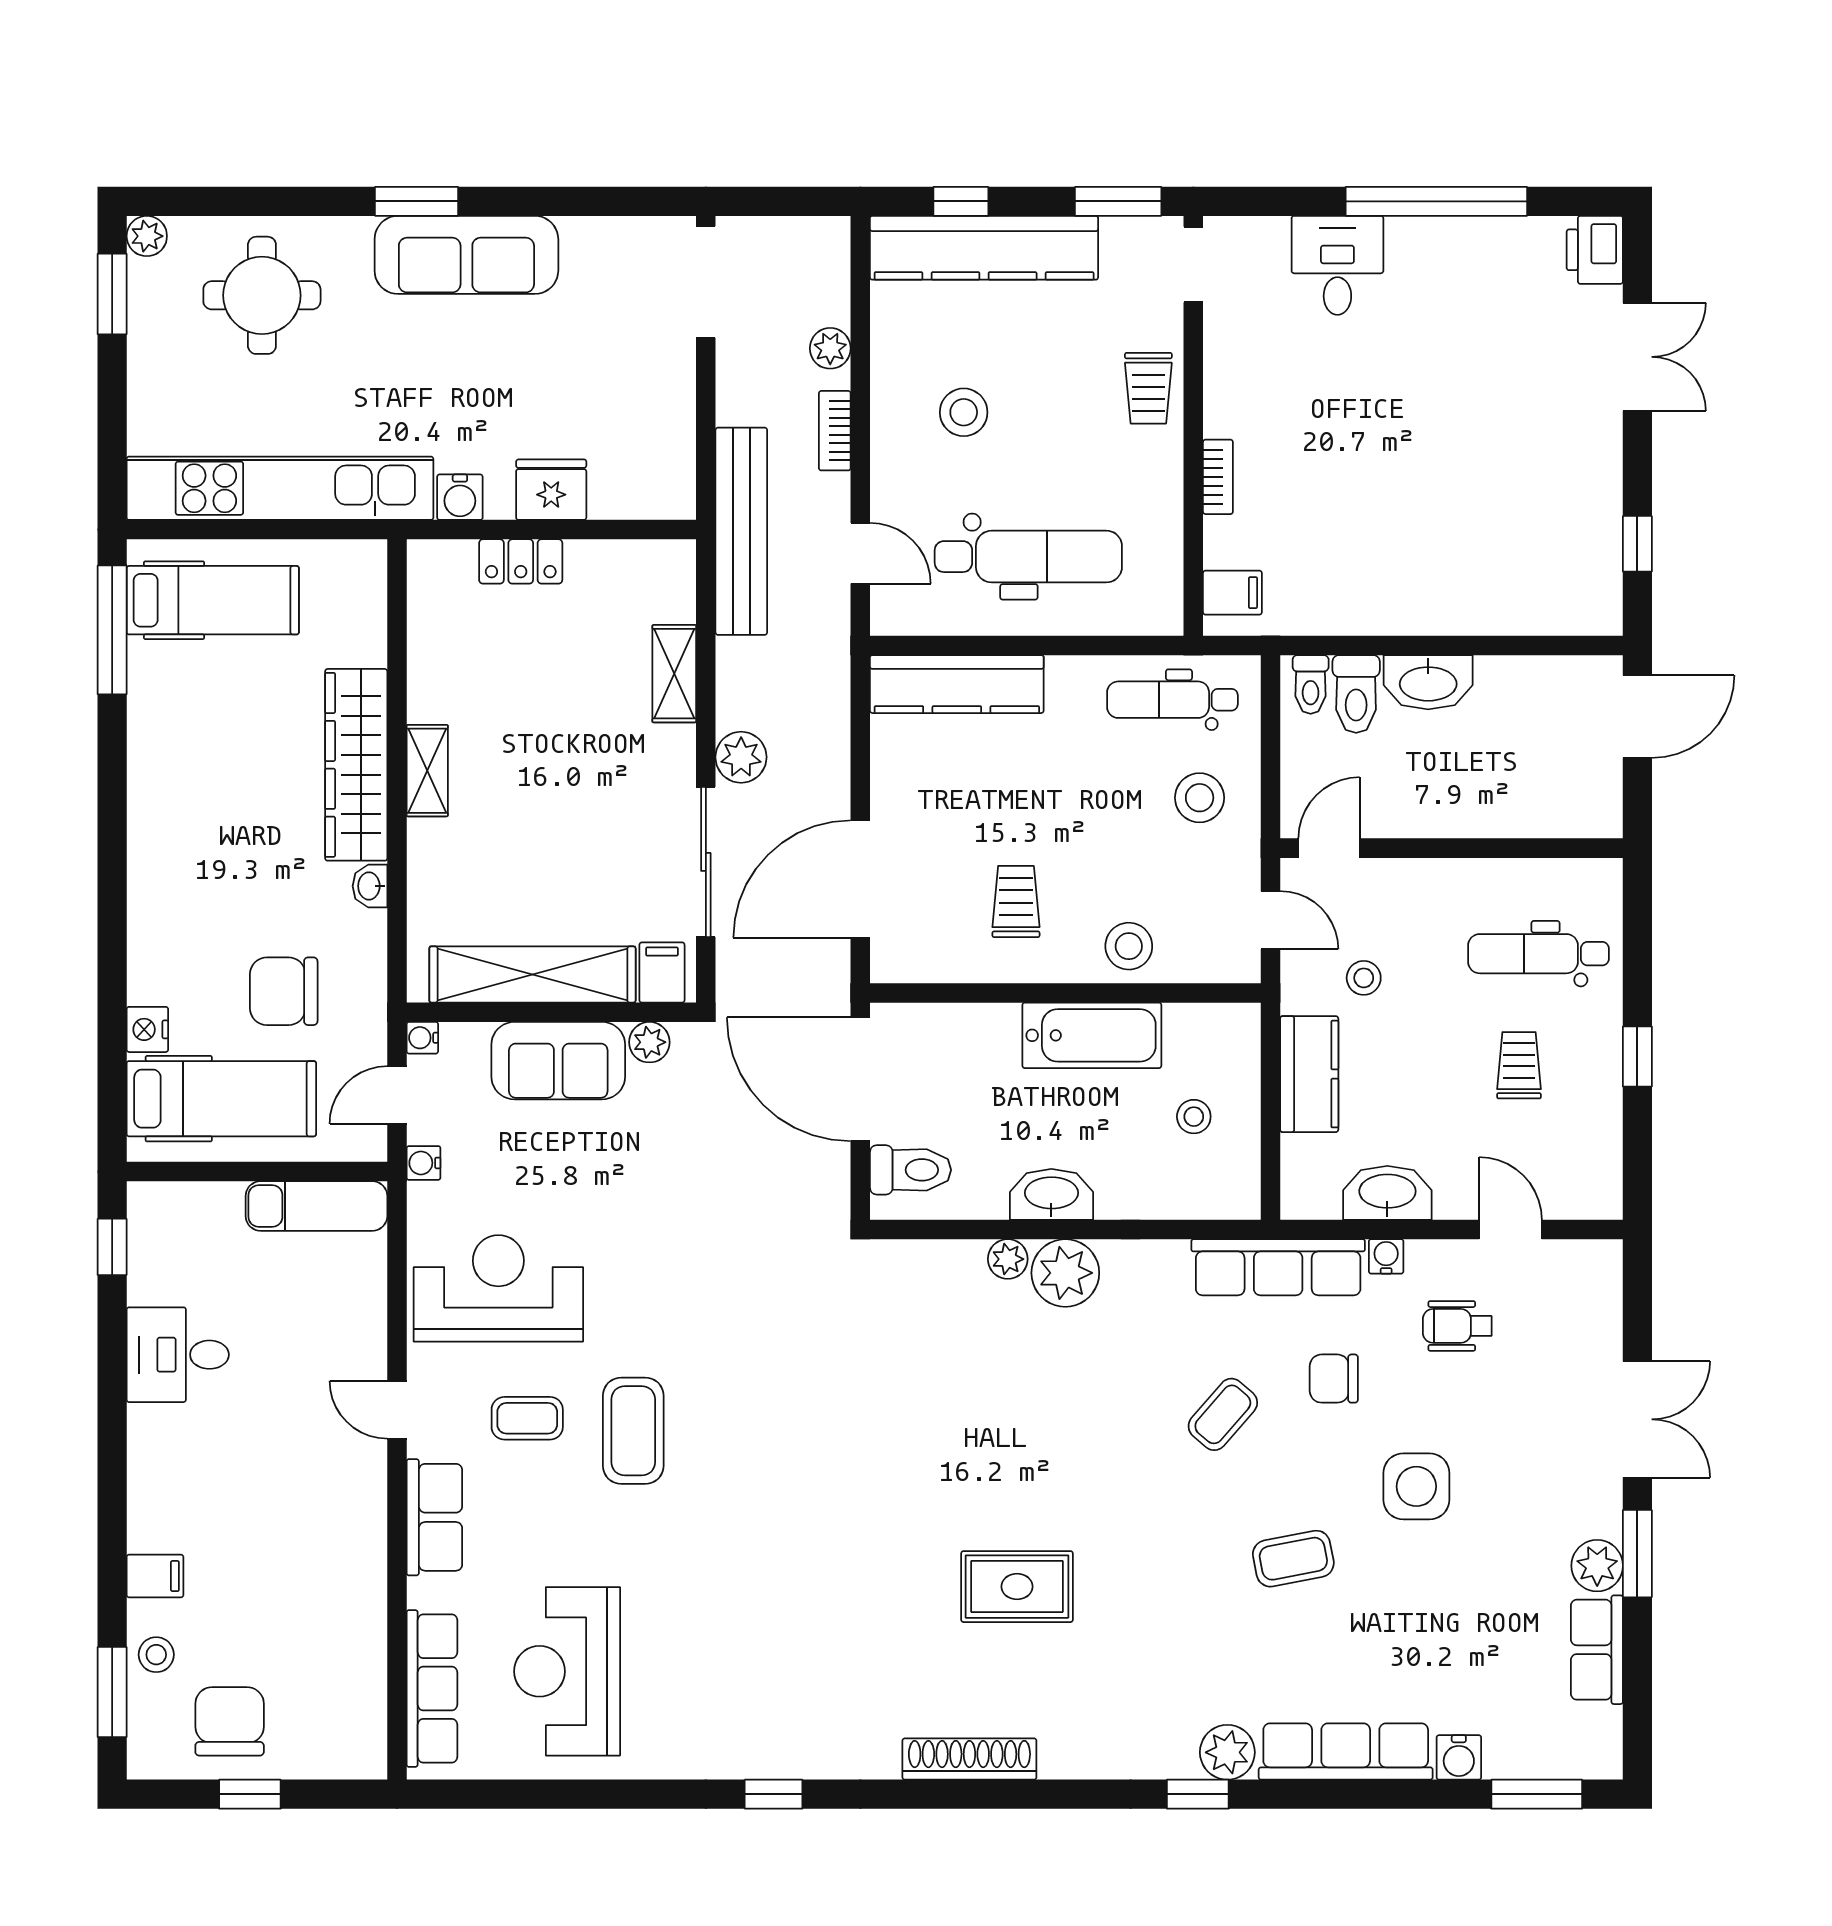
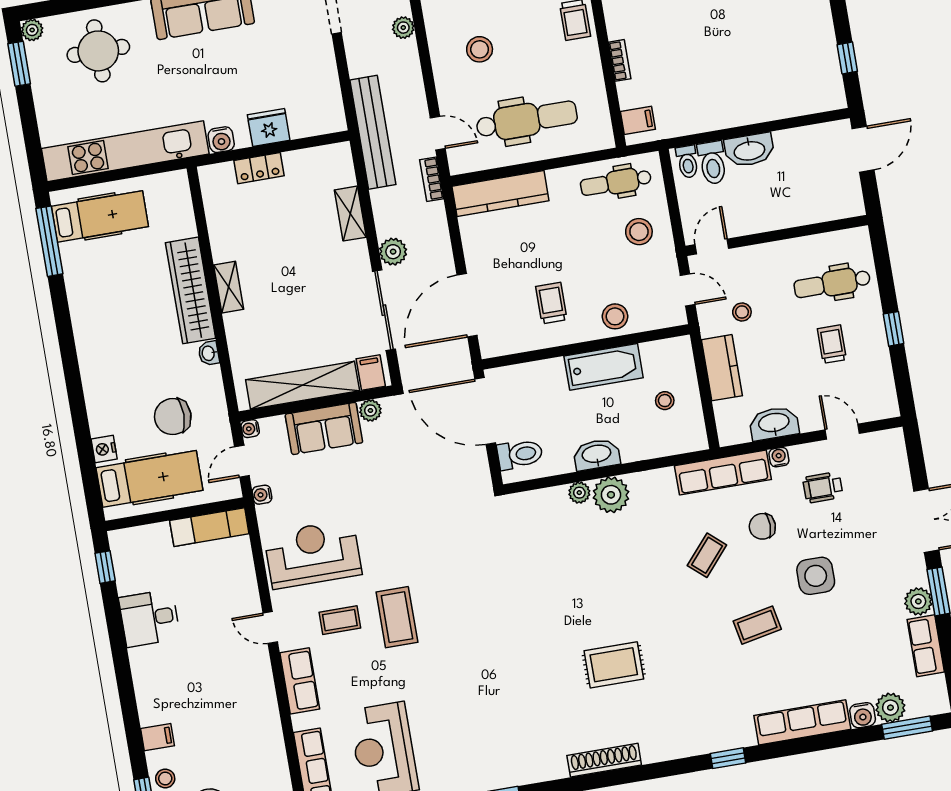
bookcase: (835, 431) -> (432, 179), moved
plant: (1227, 1752) -> (890, 708), moved

